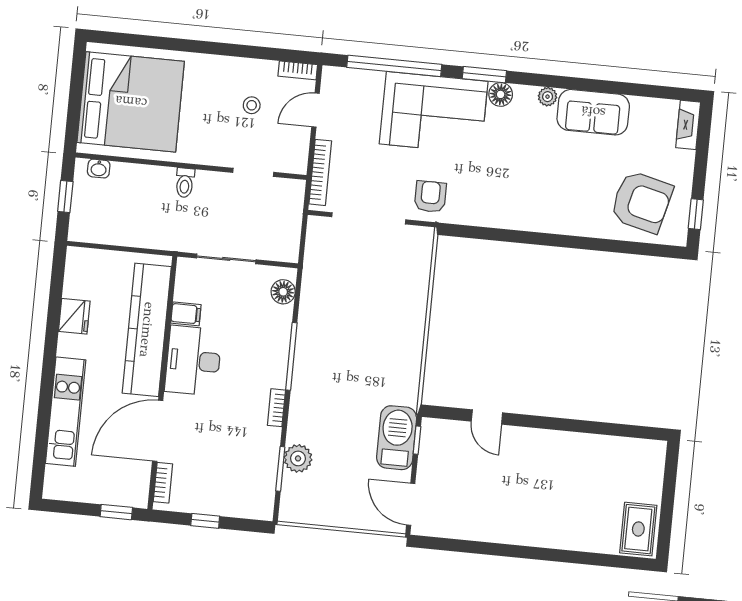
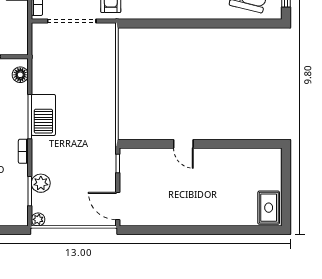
door: (487, 417) -> (183, 144), moved
barbecue: (397, 438) -> (43, 115), moved, turned 180
plant: (289, 513) -> (38, 219), added

